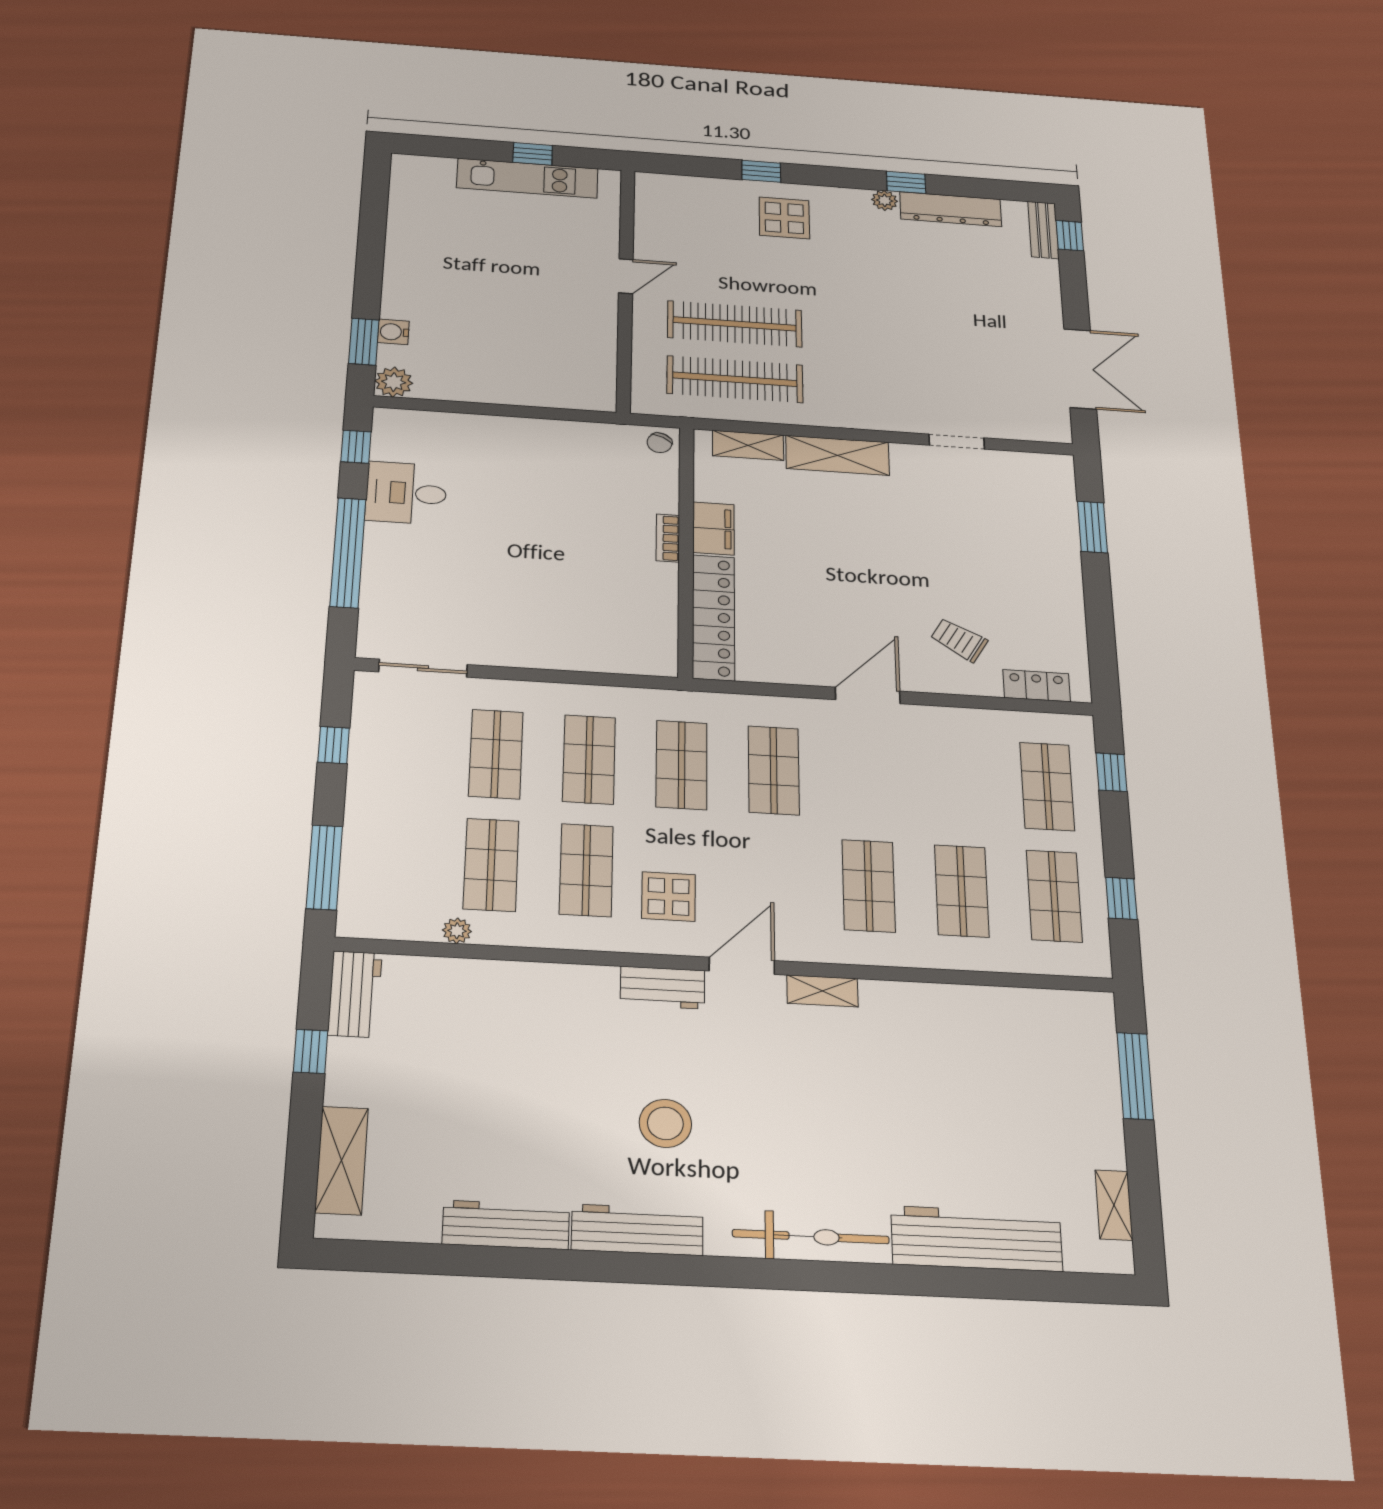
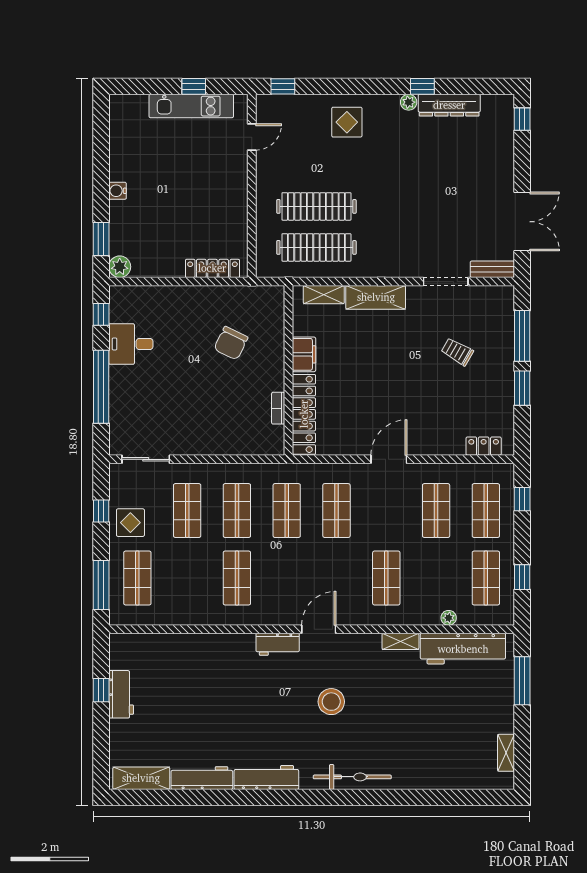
window: (761, 171) -> (283, 86), moved
bench: (1043, 230) -> (492, 269), moved, turned 90
door: (626, 276) -> (252, 137), moved
water cooler: (393, 332) -> (117, 191), moved
locker: (555, 396) -> (212, 268), added
doorway: (957, 442) -> (446, 282), width x1.38
chair: (659, 443) -> (231, 343), moved, width x1.87, depth x1.87
window: (1092, 527) -> (522, 336), width x1.44
bookcase: (668, 538) -> (278, 408), moved
window: (1098, 603) -> (522, 388), added
trolley: (959, 640) -> (457, 352), moved
shop shelf: (491, 865) -> (137, 578), moved
shop shelf: (962, 891) -> (436, 511), moved
display table: (669, 897) -> (130, 523), moved
plant: (457, 931) -> (449, 618), moved
shelving: (822, 991) -> (400, 641), moved
workbench: (355, 994) -> (121, 694), moved
stool: (665, 1123) -> (331, 702), moved
shelving: (342, 1160) -> (141, 778), moved, turned 90
workbench: (977, 1239) -> (463, 649), moved, turned 180

